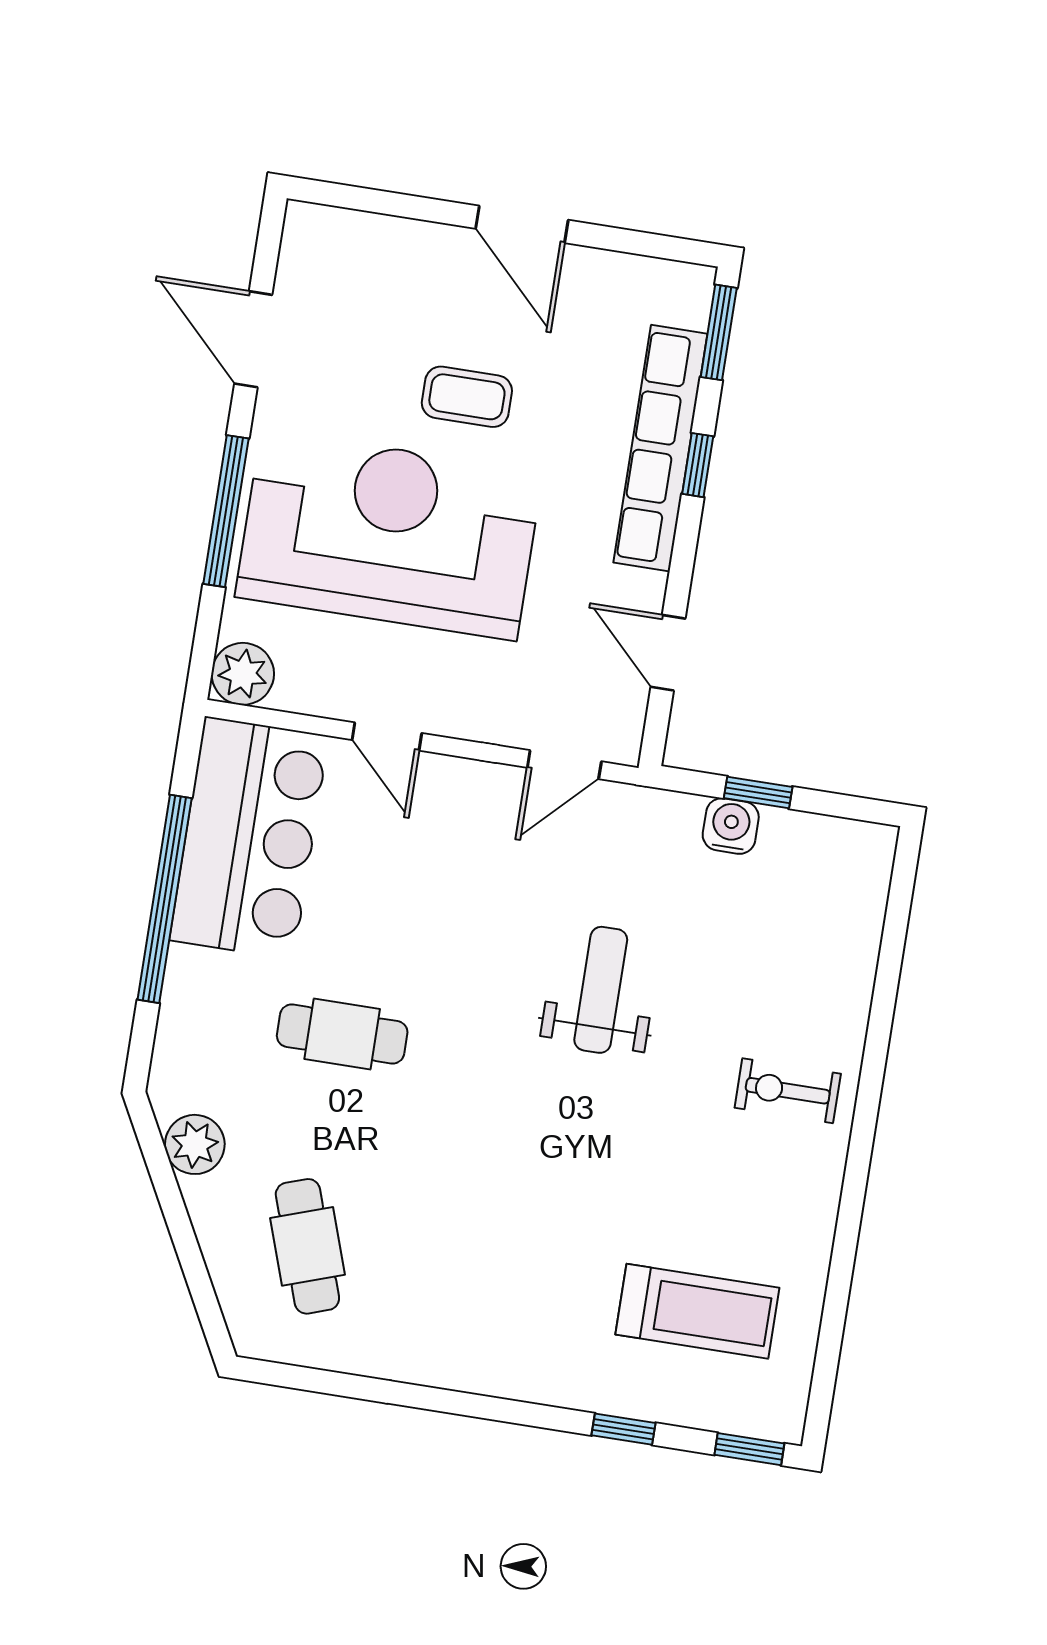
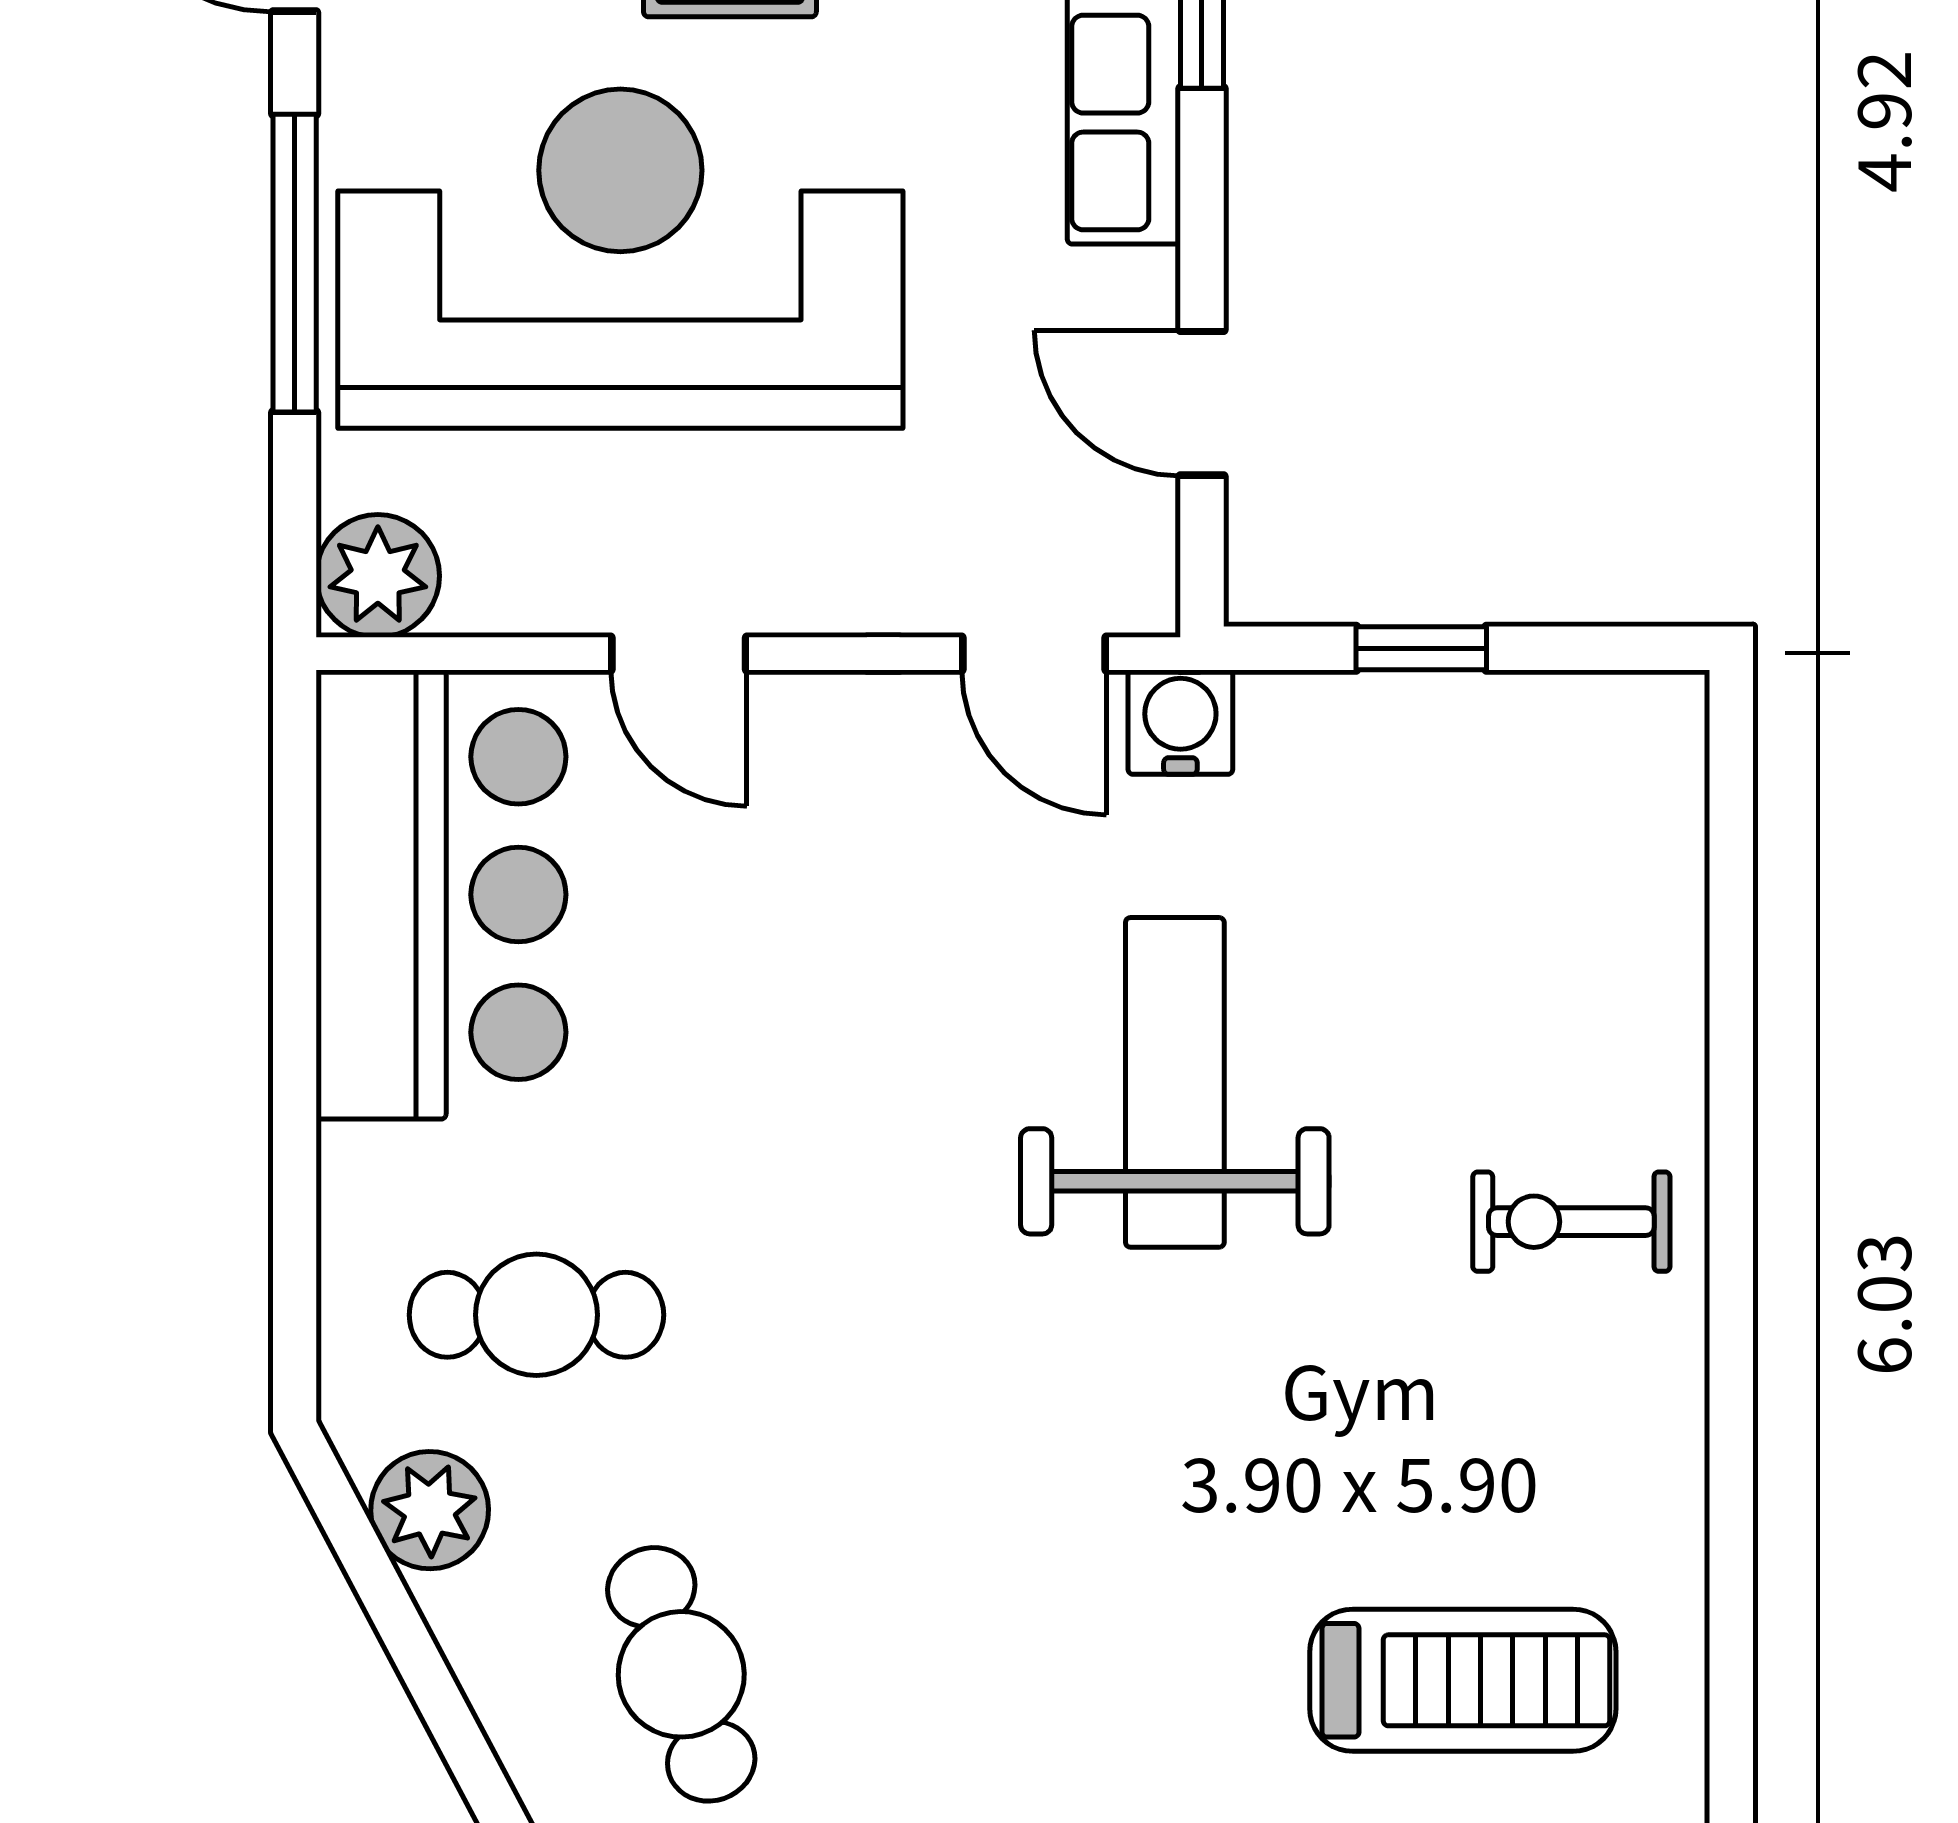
door: (564, 765) -> (1034, 654), hinge flipped
water cooler: (731, 826) -> (1180, 722), moved
window: (165, 899) -> (295, 1040), removed
weight bench: (601, 990) -> (1175, 1082), width x1.36, depth x1.33
cafe table: (342, 1034) -> (536, 1315), moved

